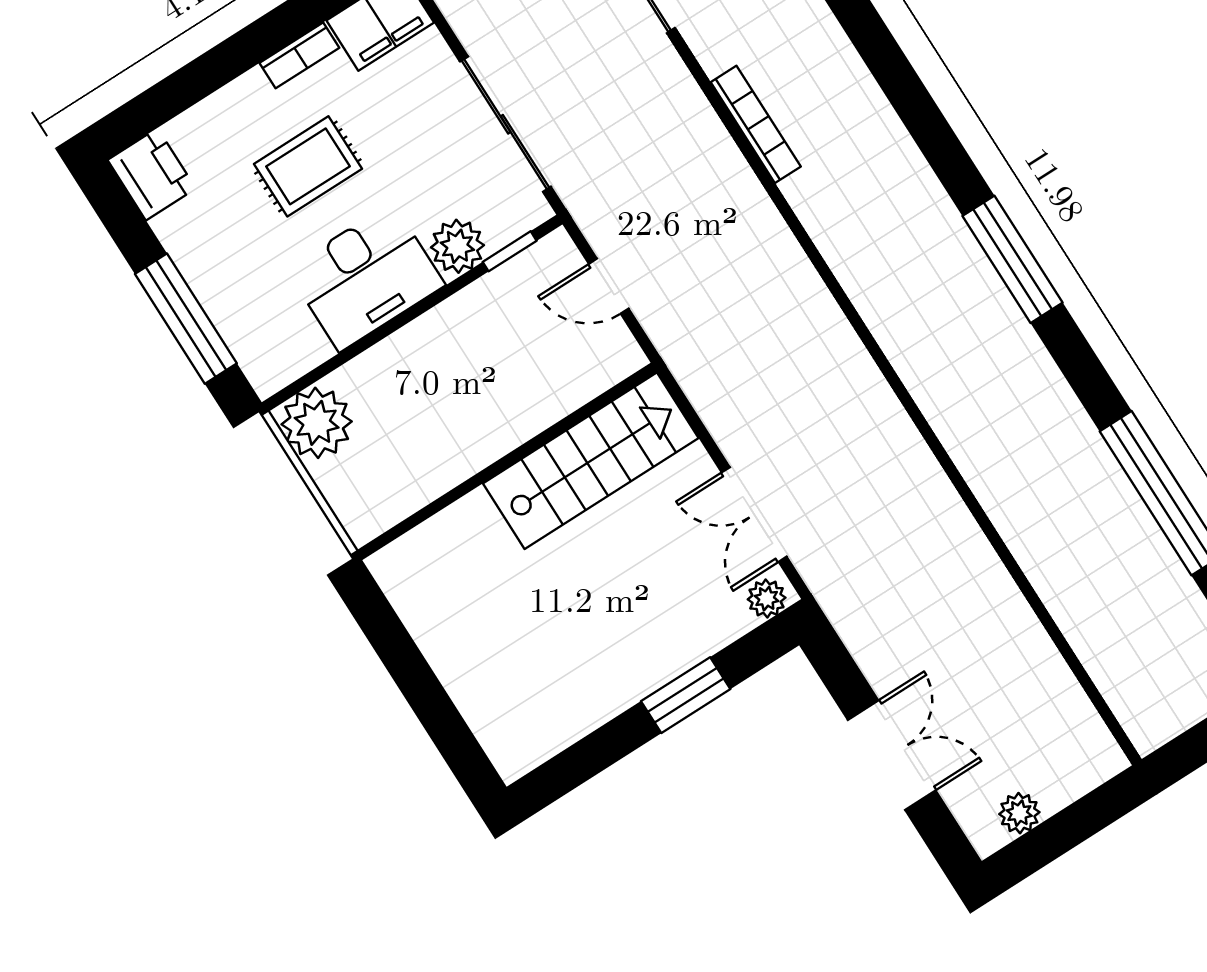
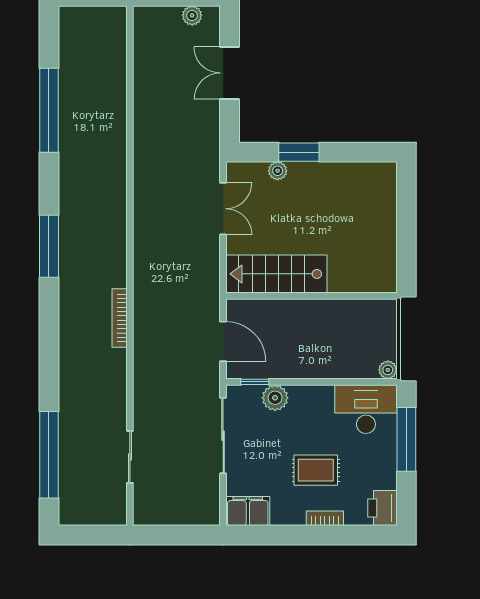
bookcase: (299, 55) -> (325, 518), moved
bookcase: (756, 124) -> (120, 318), moved
desk: (366, 277) -> (366, 409), moved
door: (609, 286) -> (223, 341), width x1.38
plant: (317, 423) -> (388, 370), width x0.53, depth x0.53
plant: (767, 598) -> (278, 171), moved

